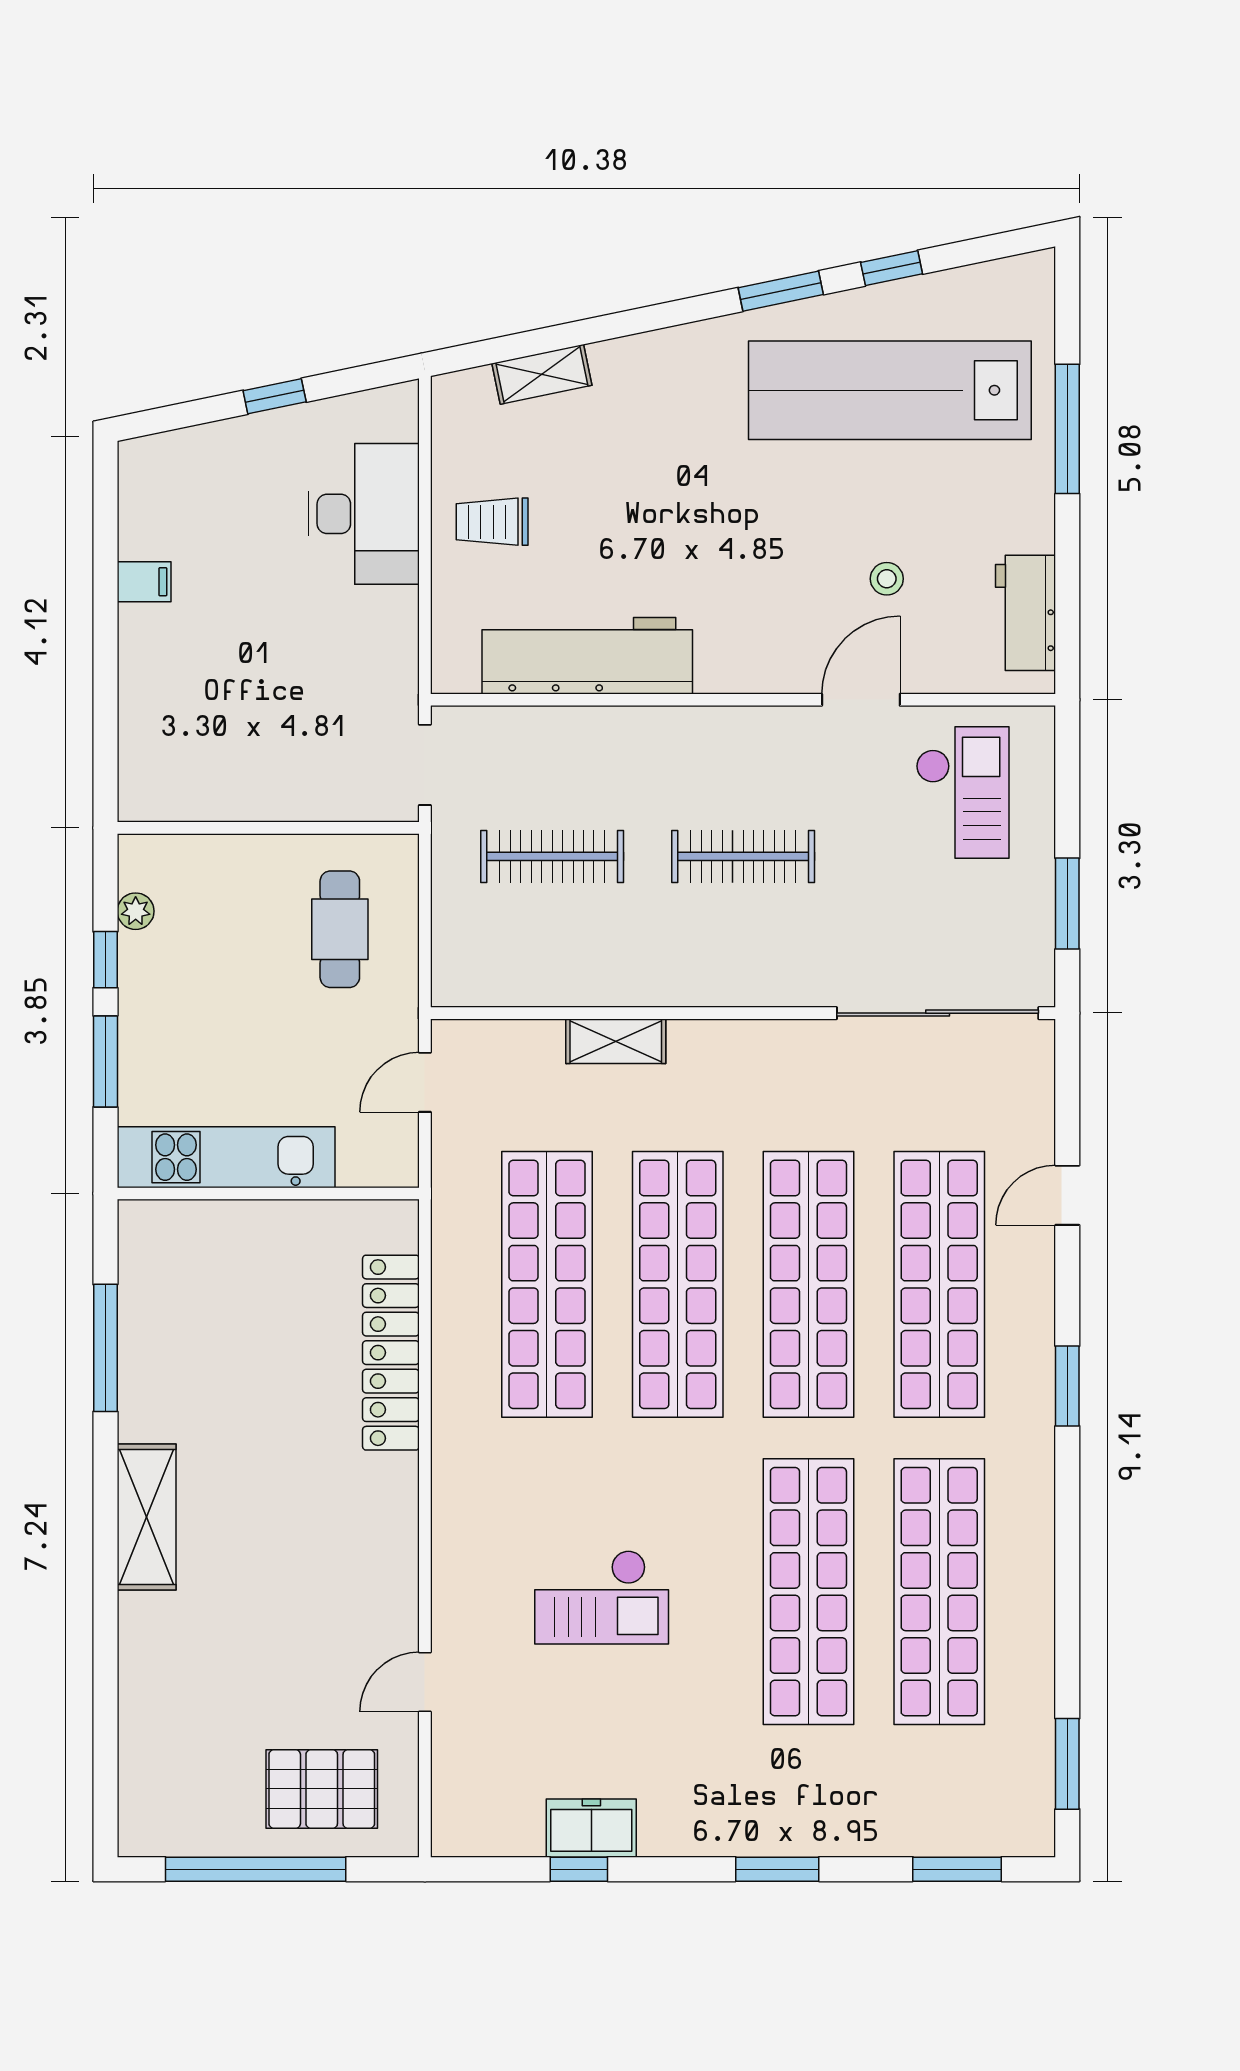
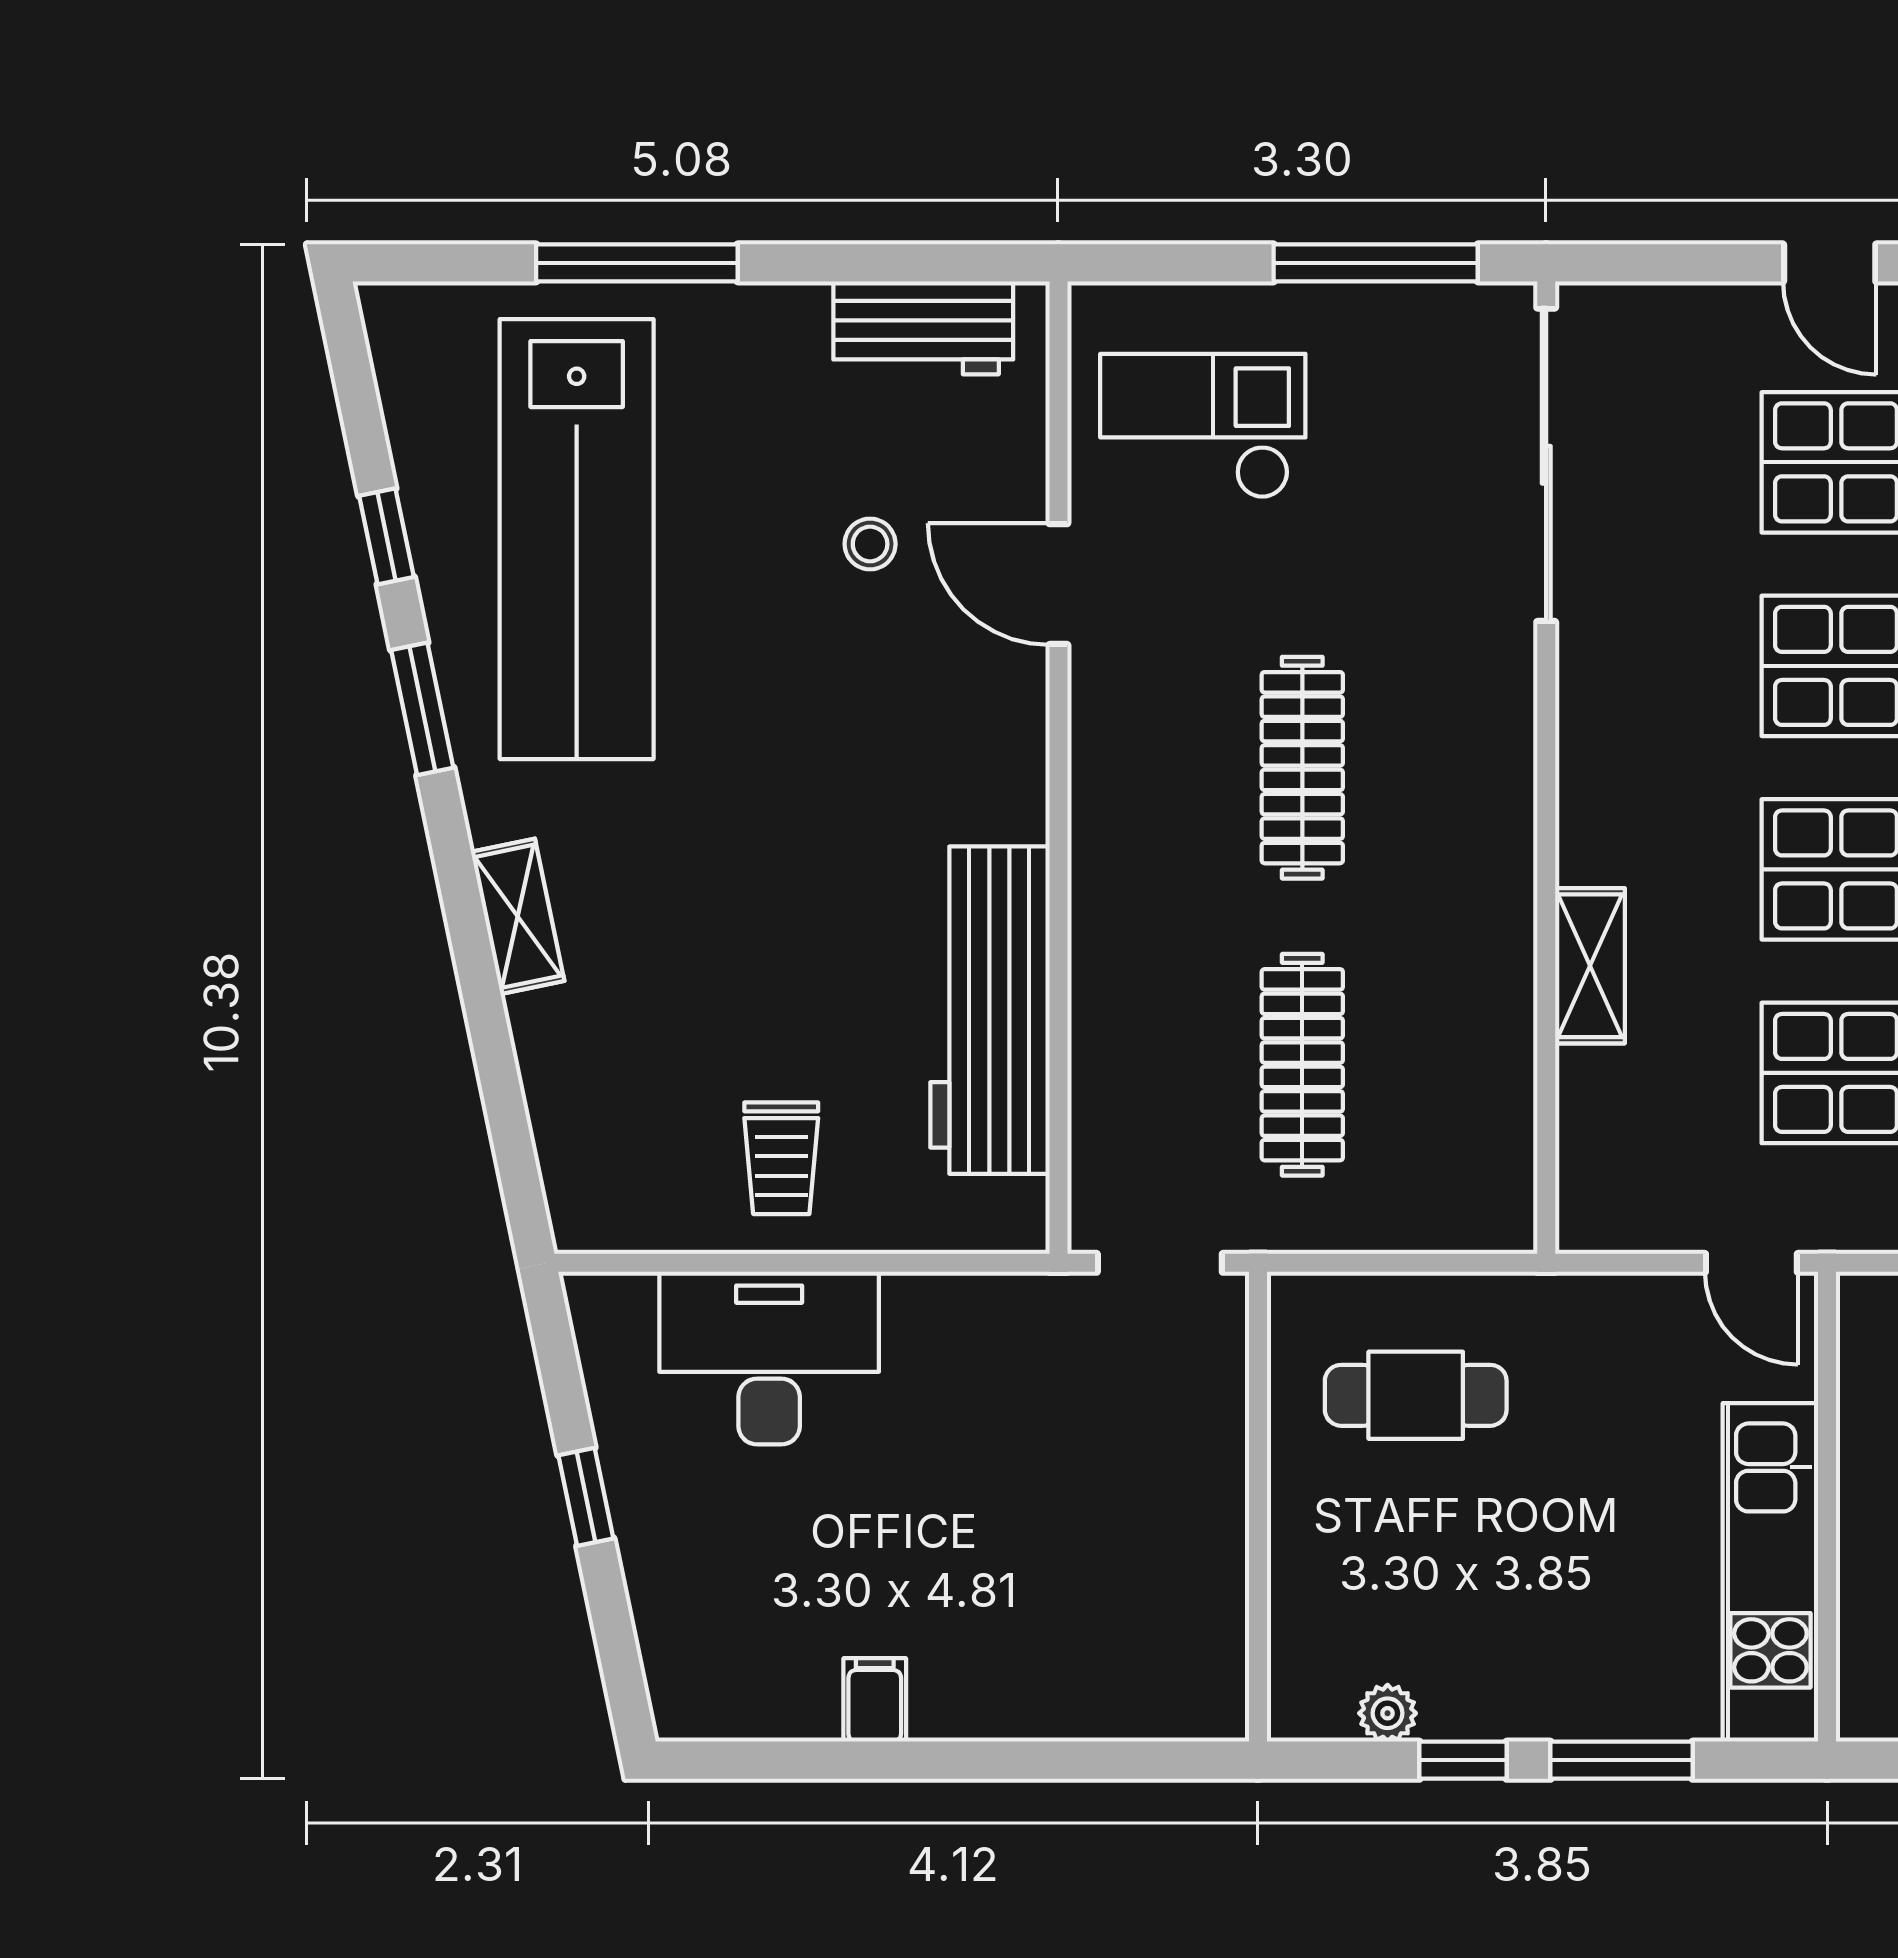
shelving: (542, 374) -> (518, 916), moved
window: (1067, 904) -> (1376, 263), width x1.44
door: (425, 1082) -> (1751, 1263), moved

